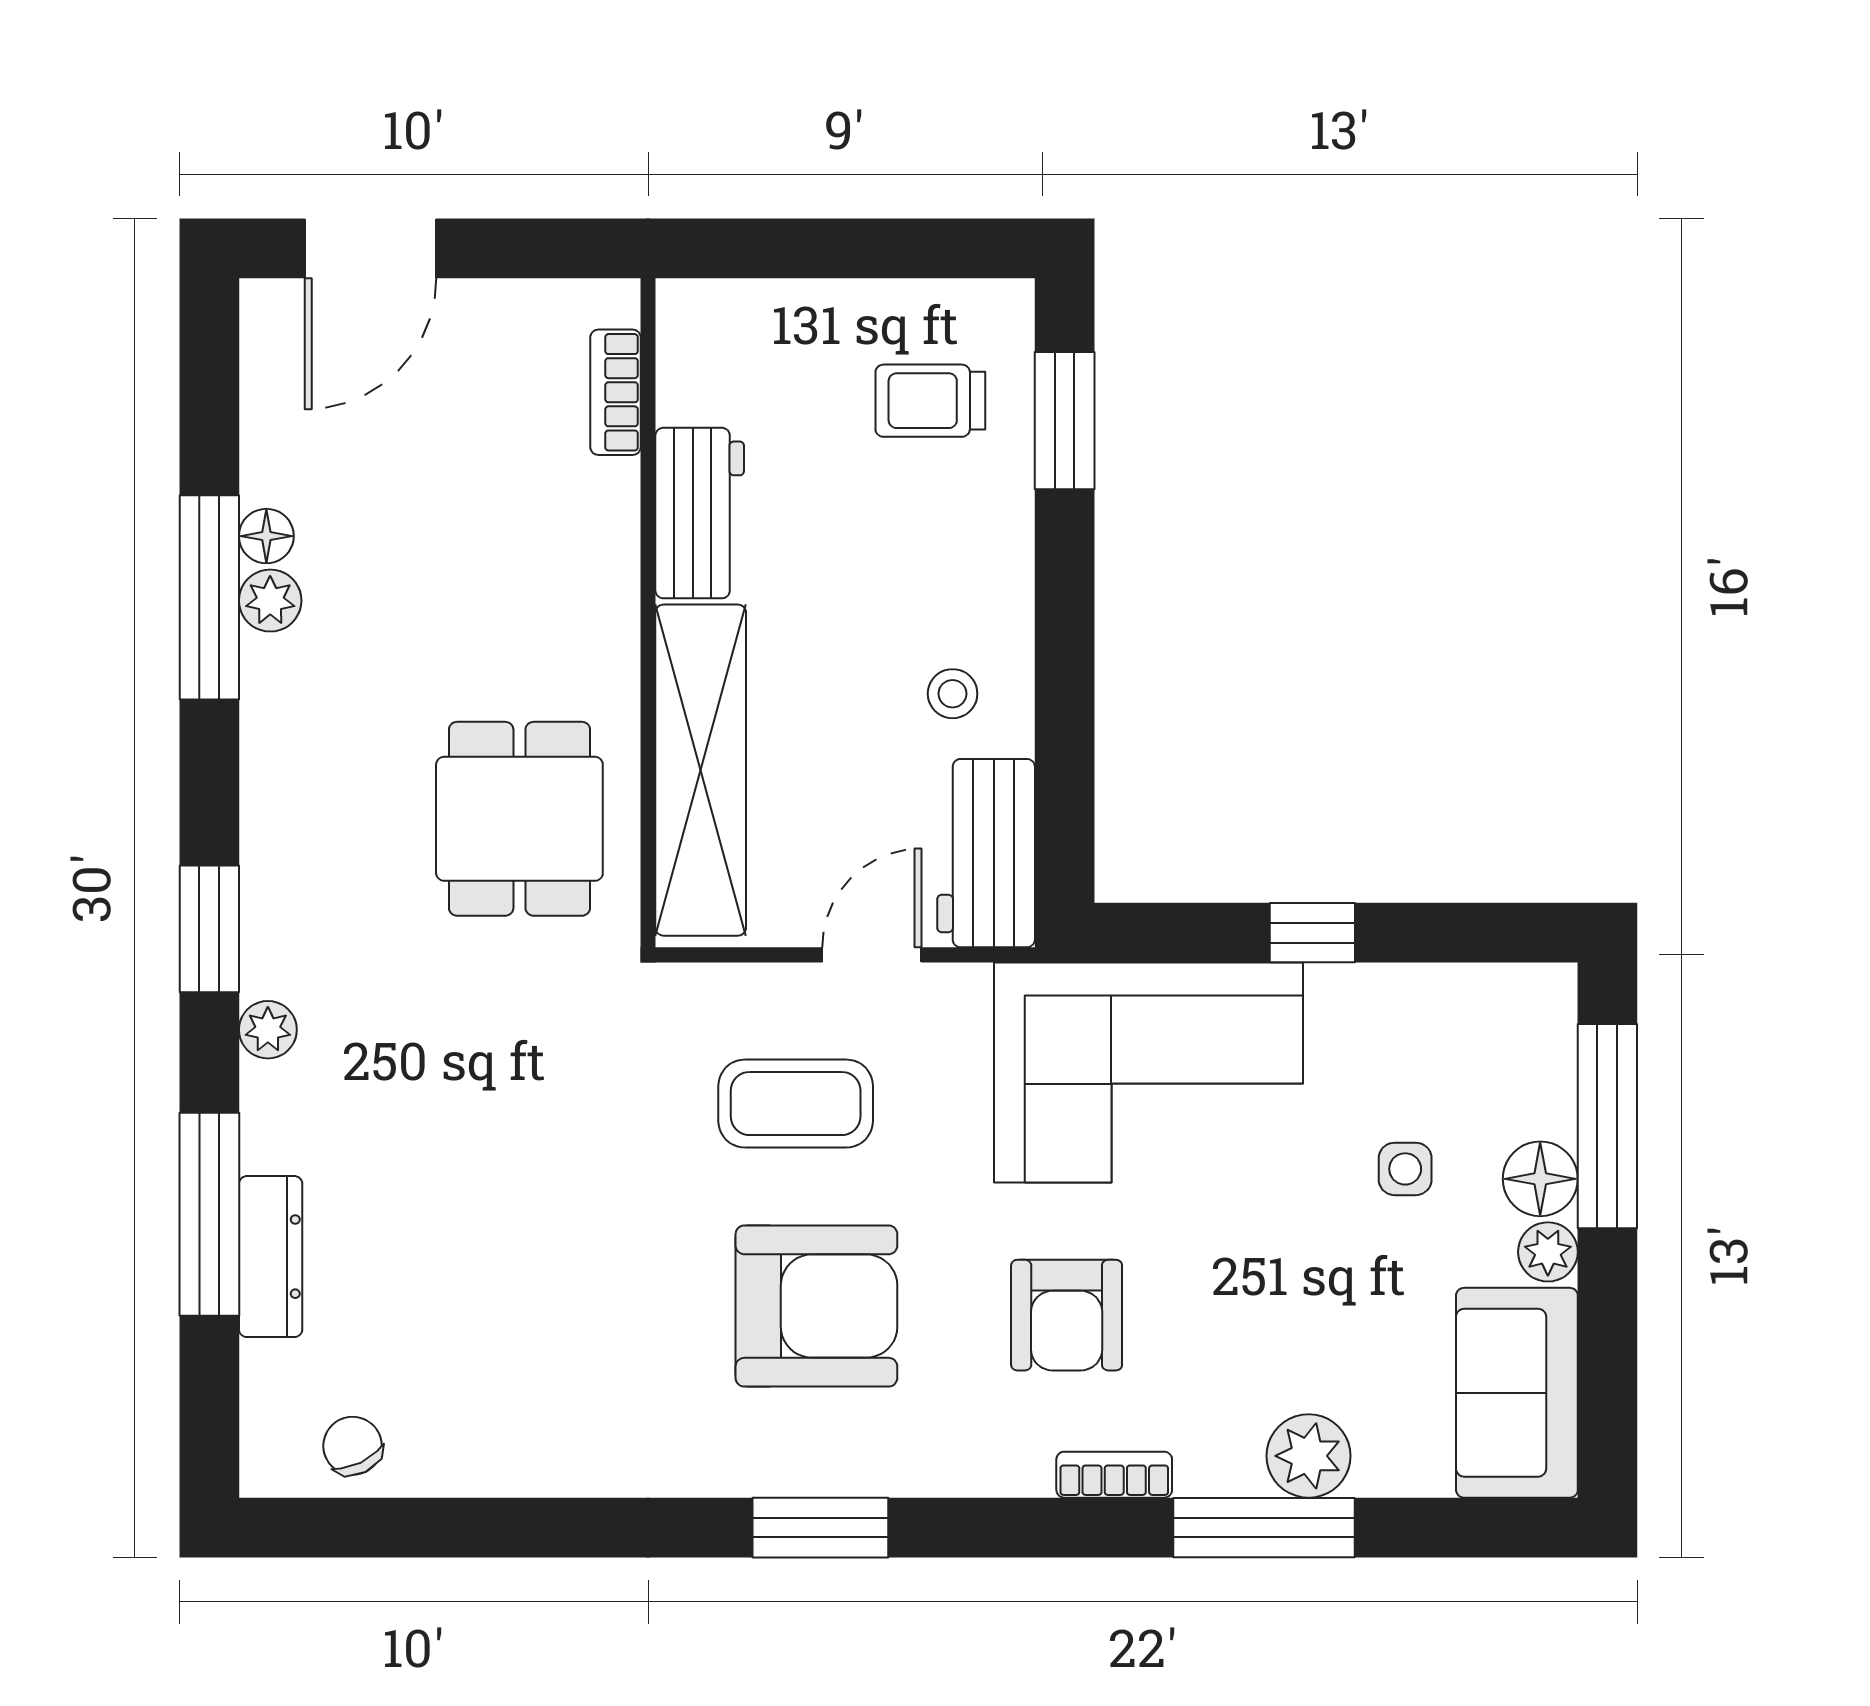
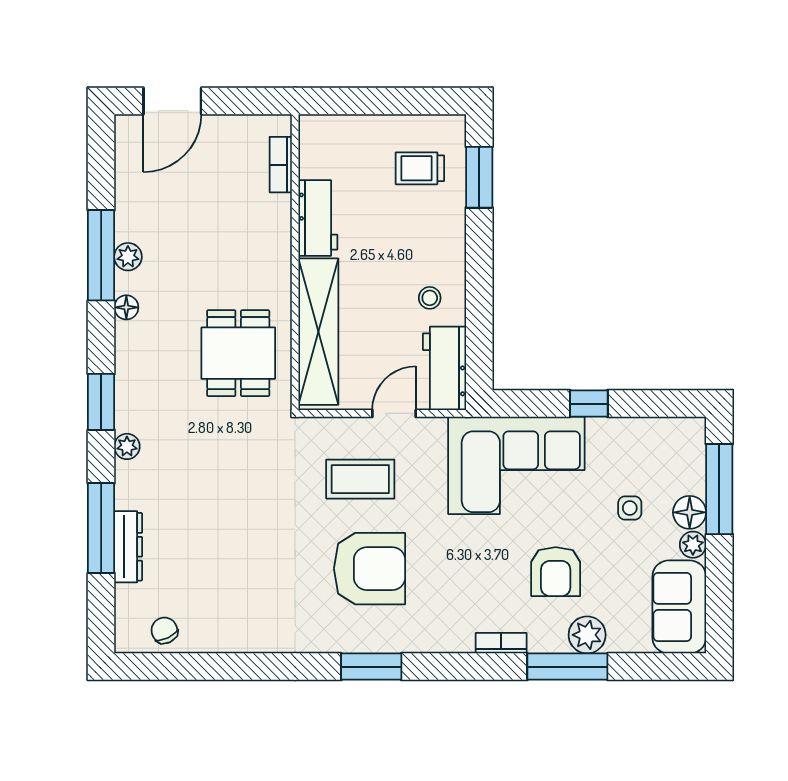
floor lamp: (266, 536) -> (126, 307), moved
armchair: (1067, 1315) -> (556, 572), moved

